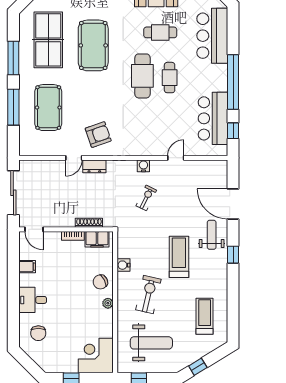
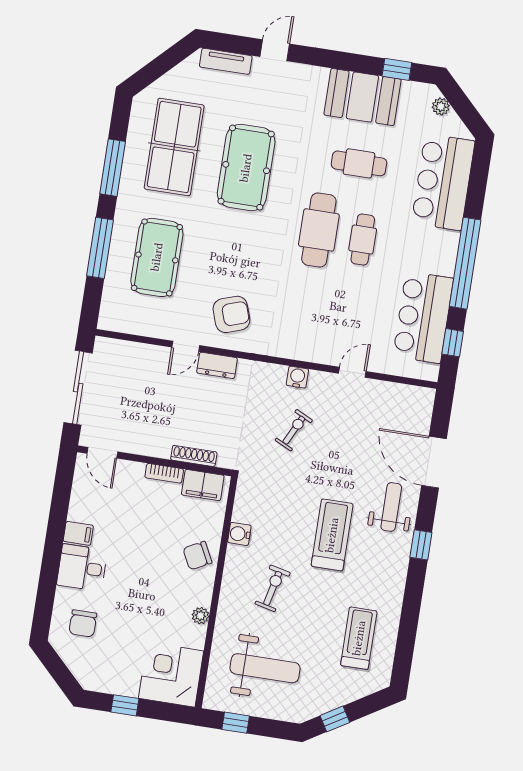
filing cabinet: (27, 267) -> (78, 533), moved
exercise bike: (148, 294) -> (273, 588), width x0.73, depth x0.72
plant: (108, 303) -> (200, 616), moved

